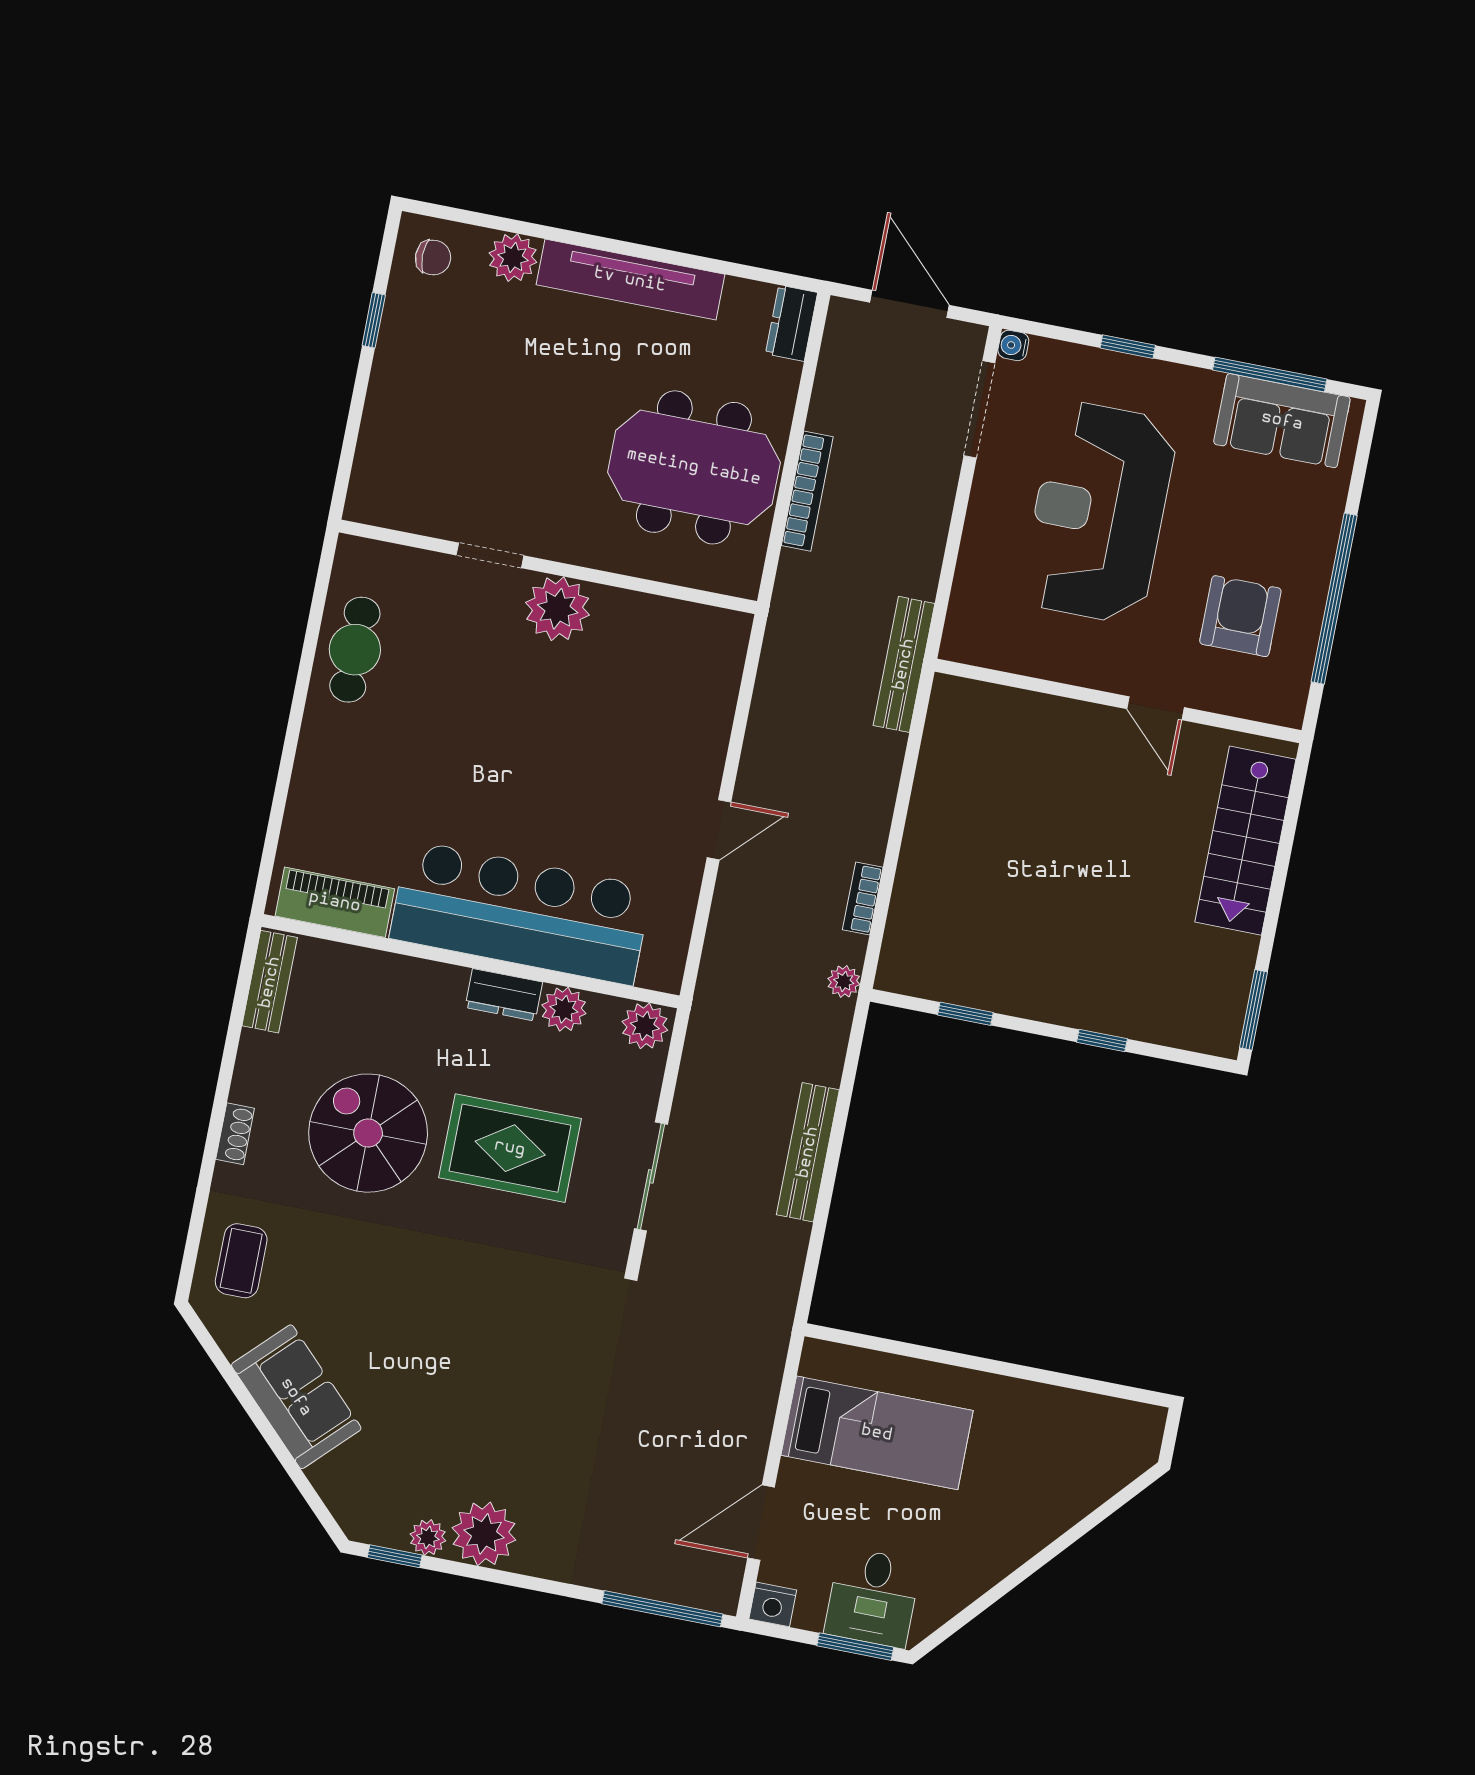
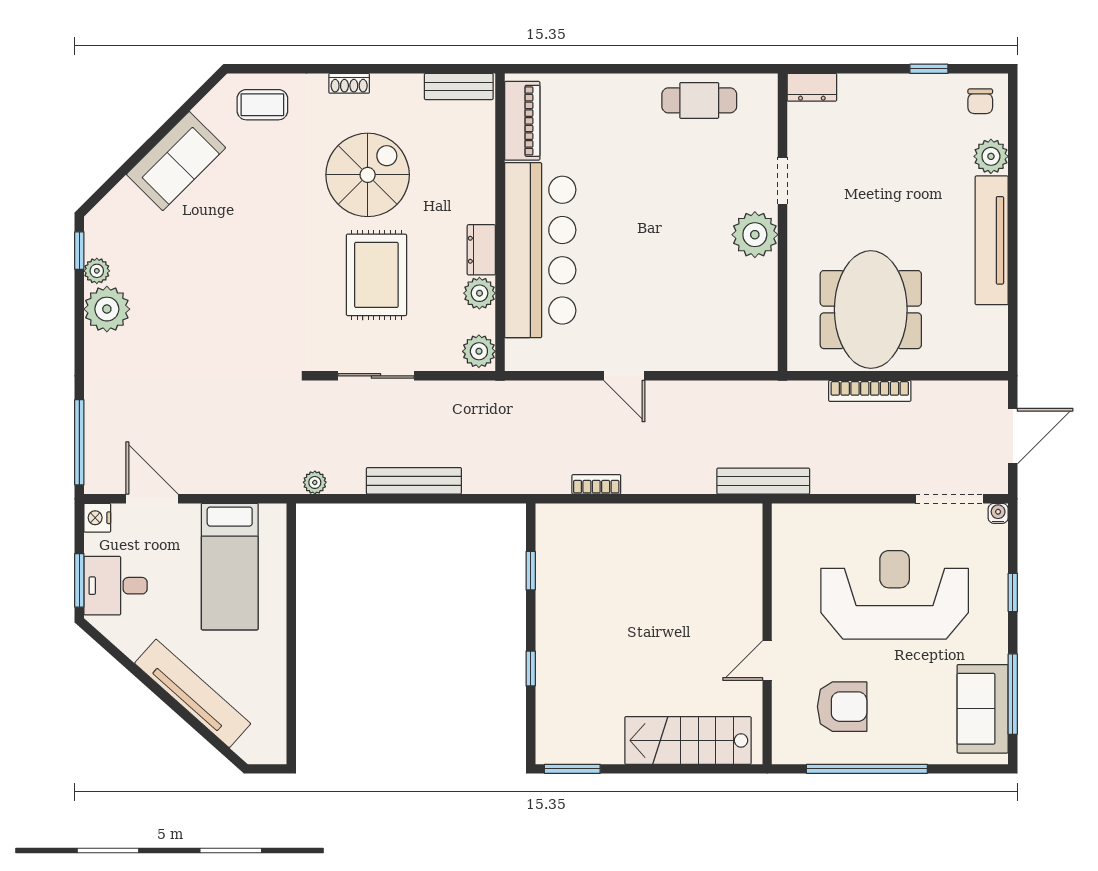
dresser: (791, 323) -> (812, 87), moved, turned 180
plant: (844, 981) -> (315, 482), moved
tv unit: (1044, 1519) -> (193, 693), added

